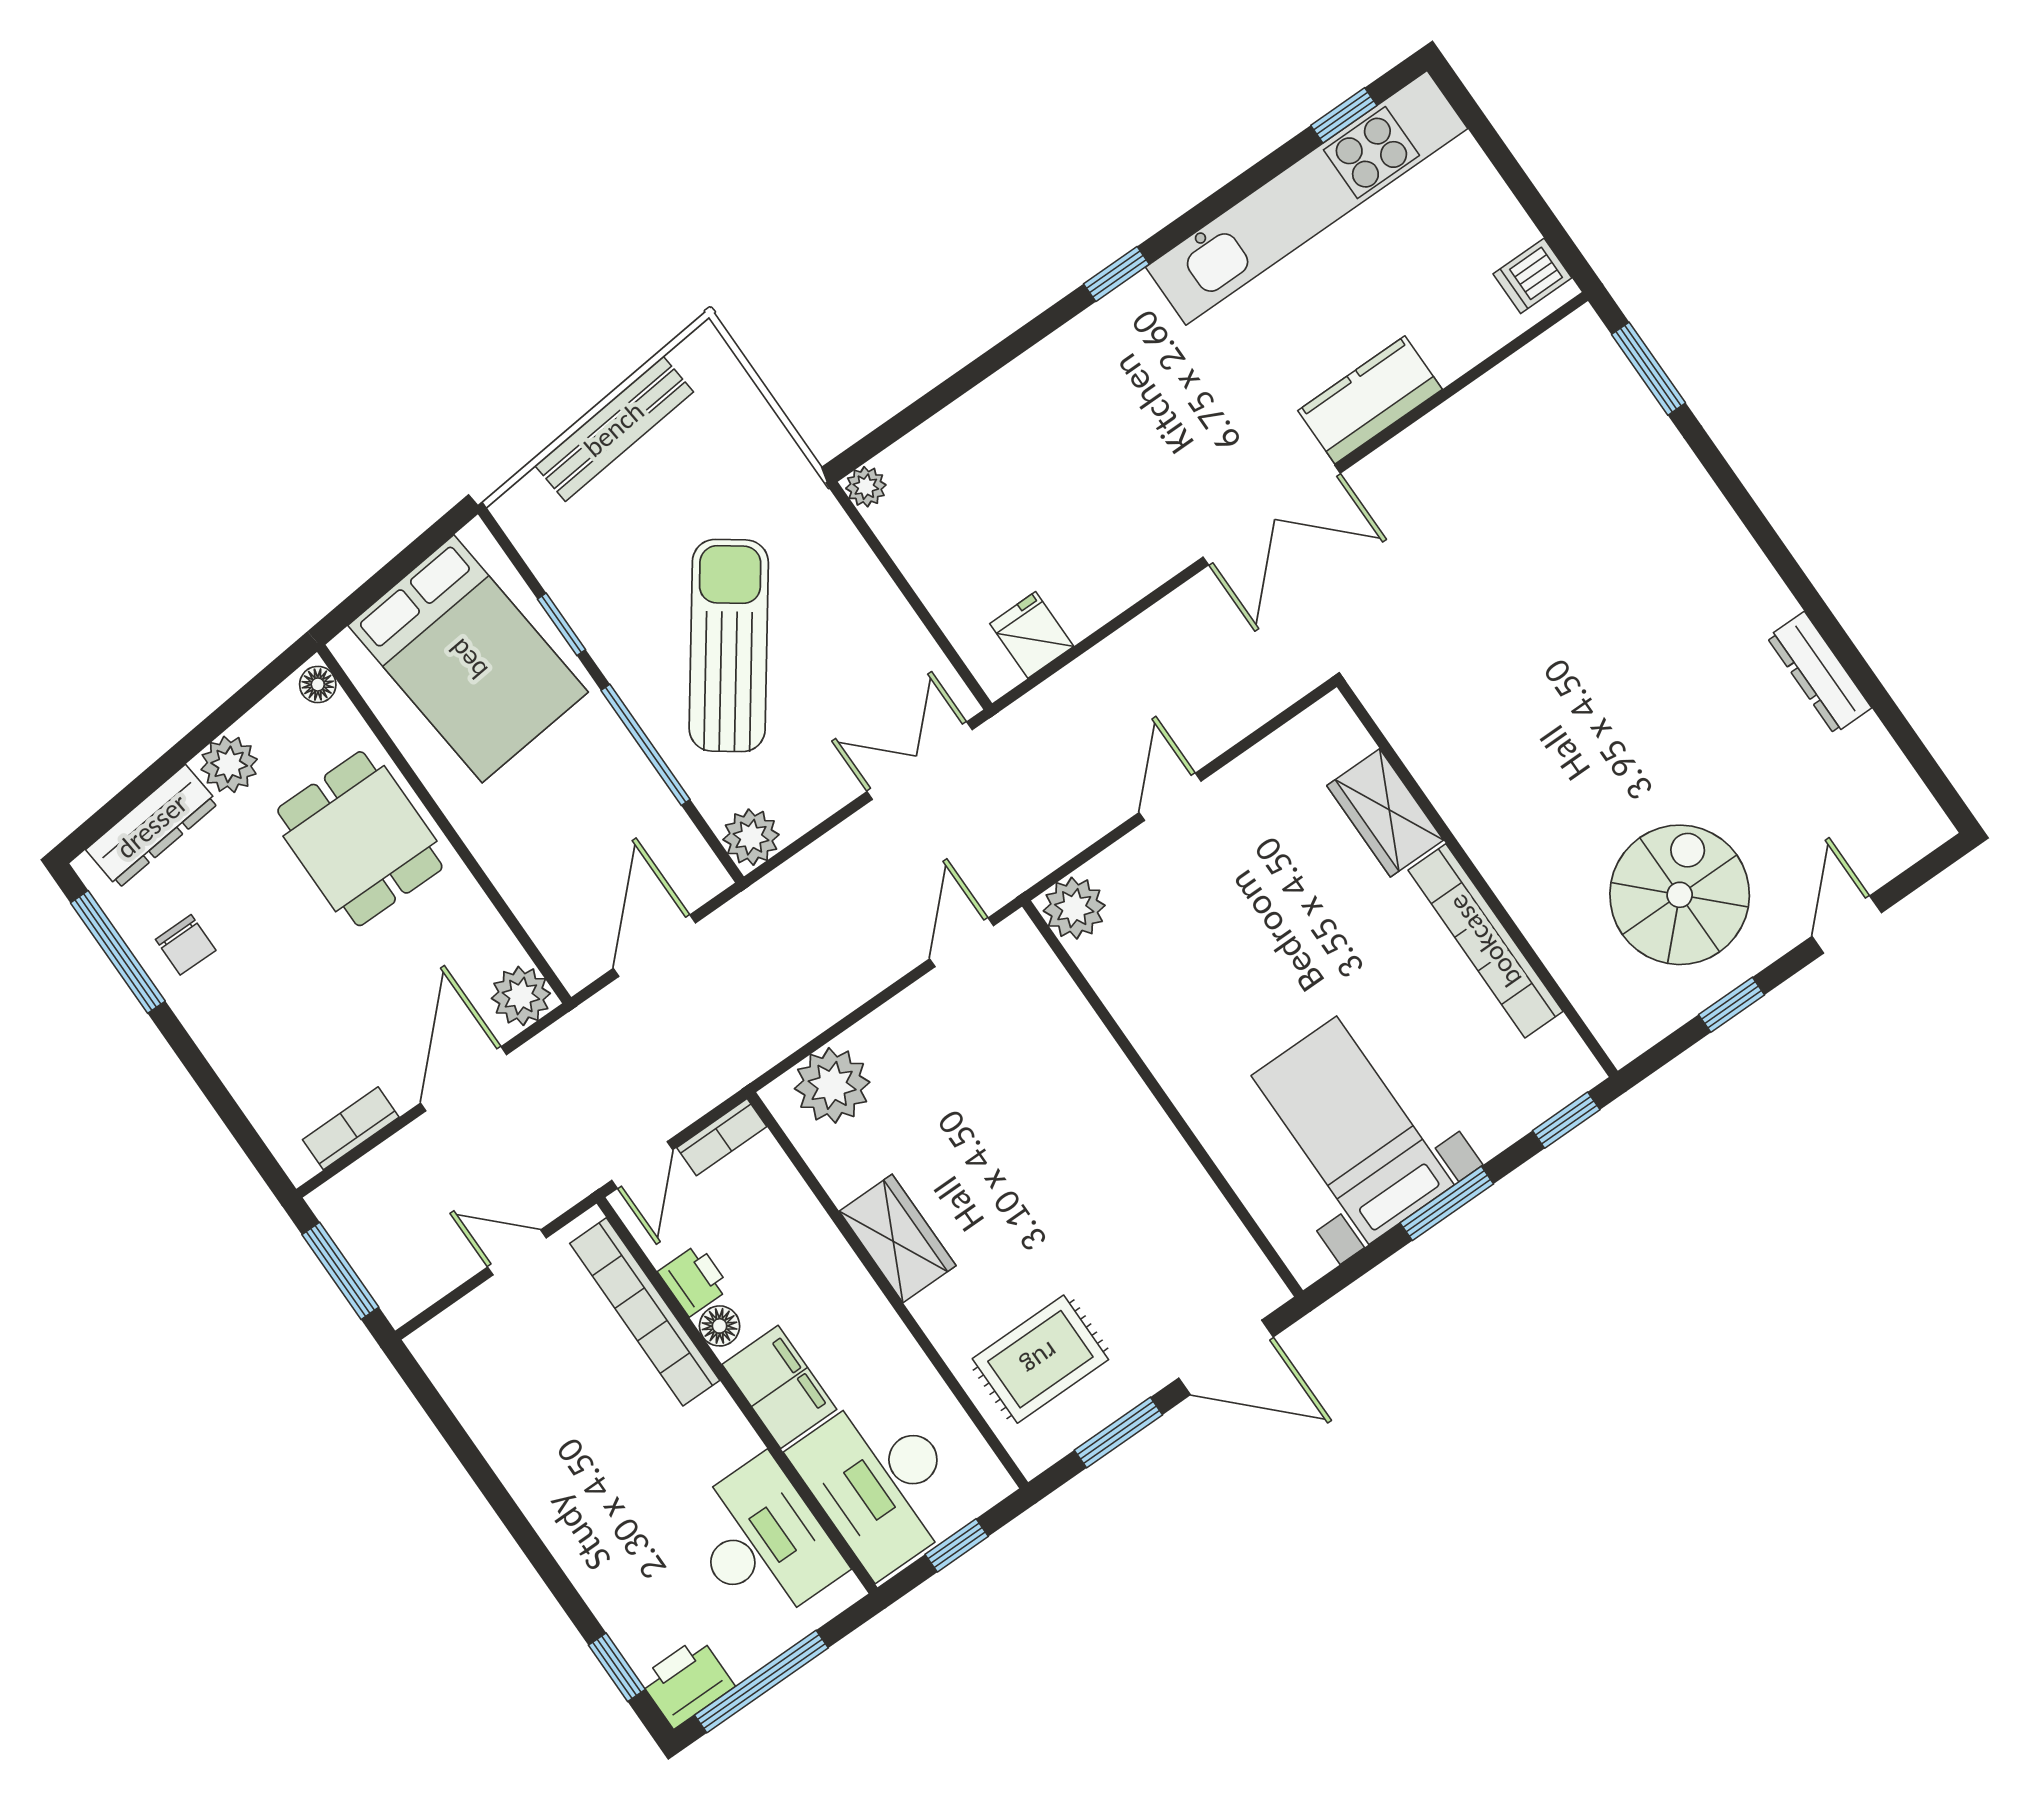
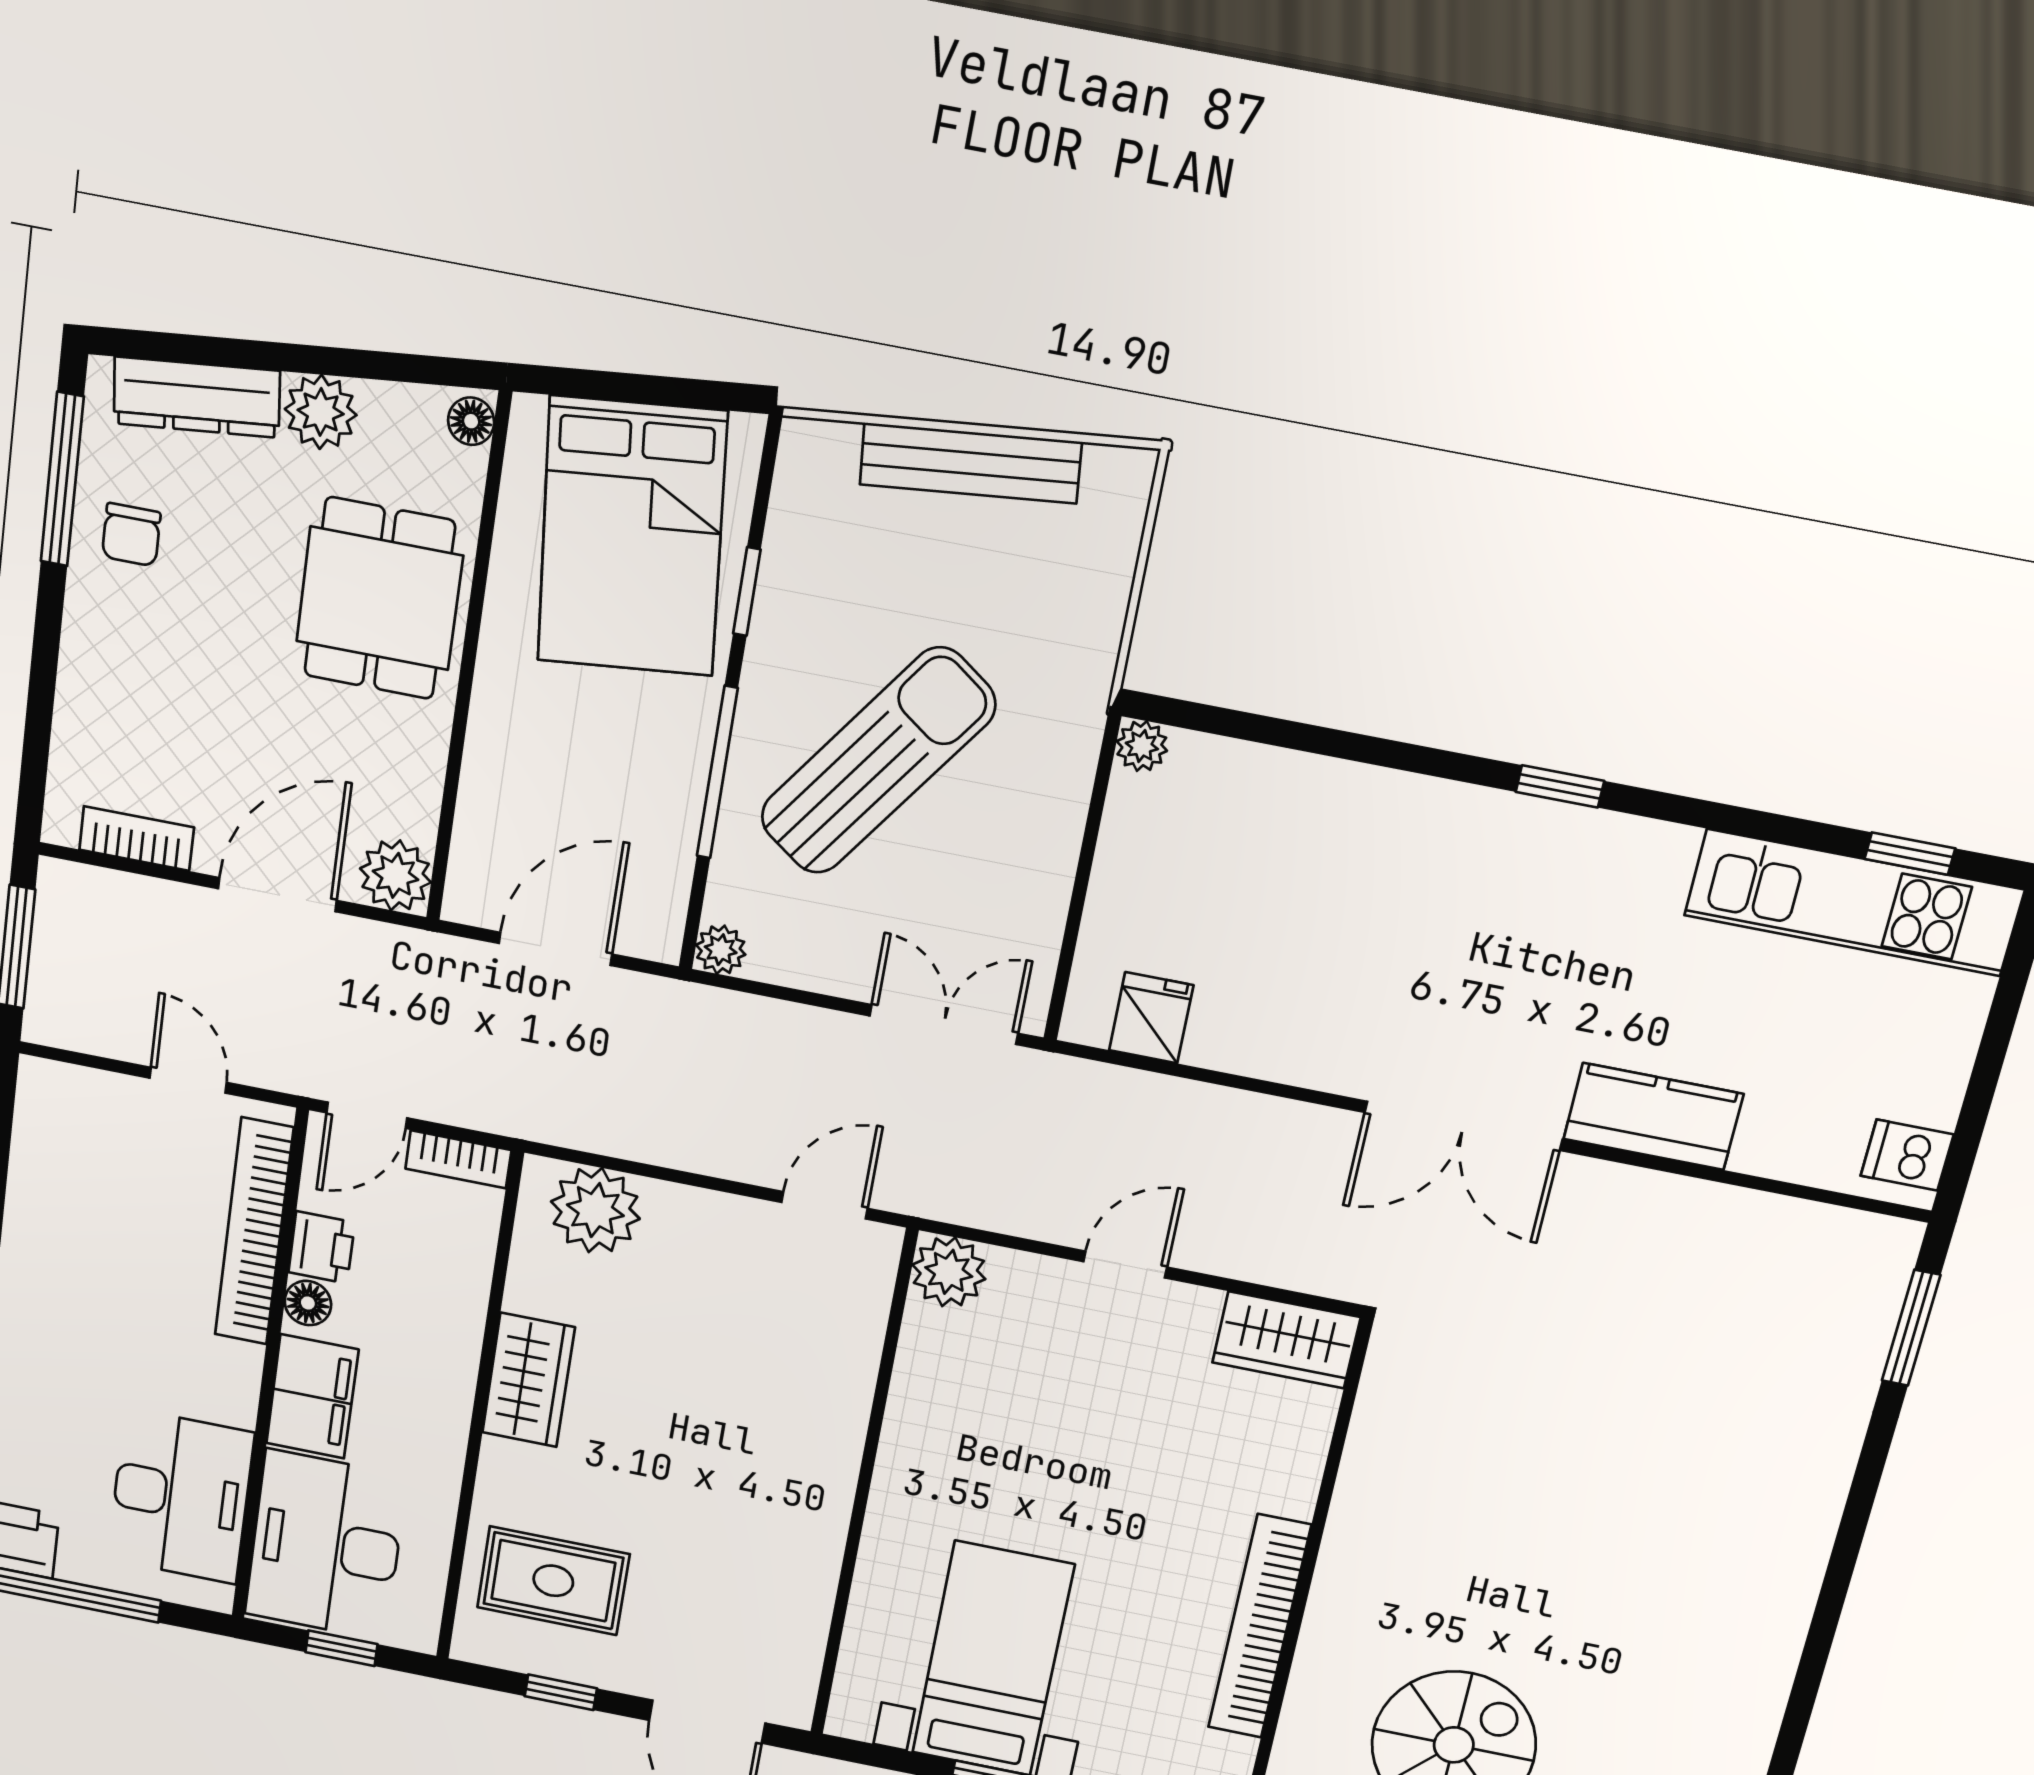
kitchen unit: (1307, 198) -> (1854, 903), width x0.73
dresser: (1819, 673) -> (1762, 1695), removed
wardrobe: (1385, 813) -> (1286, 1340), moved, turned -90
plant: (751, 837) -> (721, 950), width x0.73, depth x0.73
window: (1118, 1432) -> (561, 1692), width x0.67

